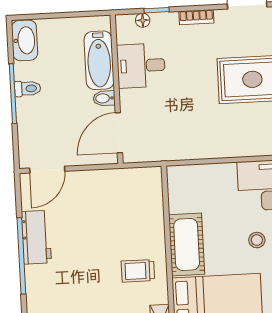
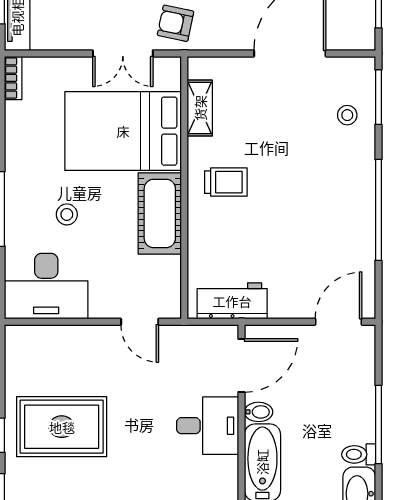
desk: (141, 66) -> (208, 426), moved
toilet: (28, 89) -> (359, 454), moved
door: (197, 162) -> (140, 322), added
workbench: (36, 237) -> (232, 301), moved, turned 90

